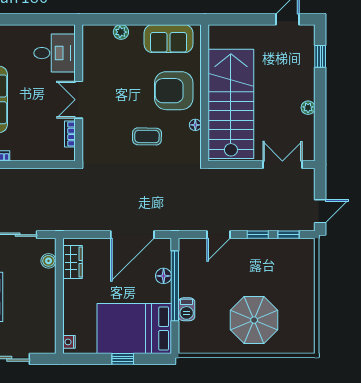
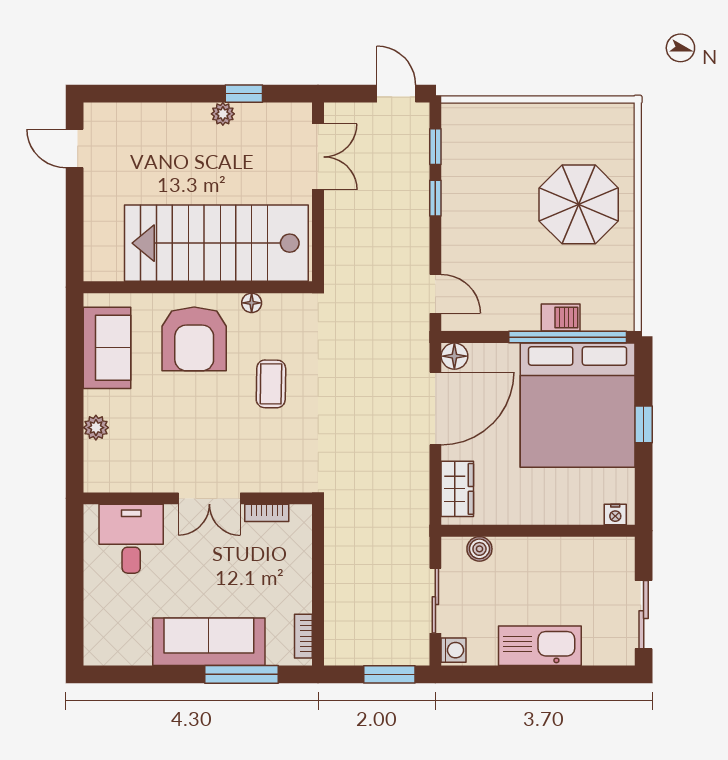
window: (320, 56) -> (244, 94), moved
double door: (282, 165) -> (318, 157), swing flipped
door: (132, 235) -> (435, 408), hinge flipped
door: (219, 235) -> (435, 294), moved
wardrobe: (72, 262) -> (457, 489), moved, turned 90
floor lamp: (164, 276) -> (454, 356), moved
window: (175, 286) -> (568, 337), moved
bed: (134, 328) -> (578, 405), width x1.36

